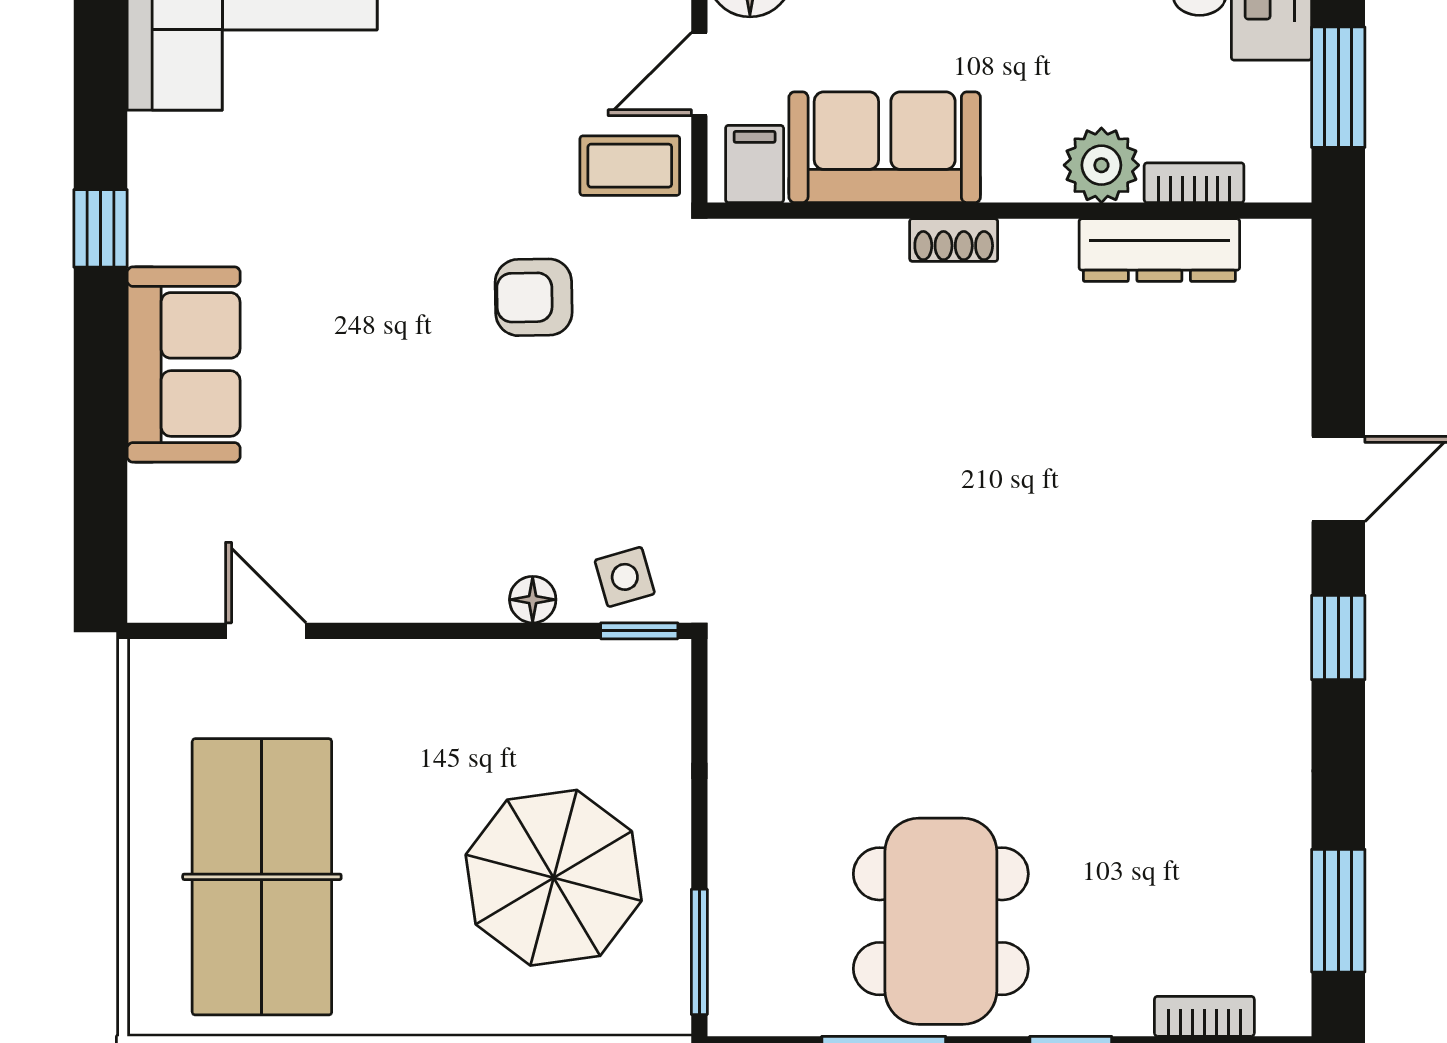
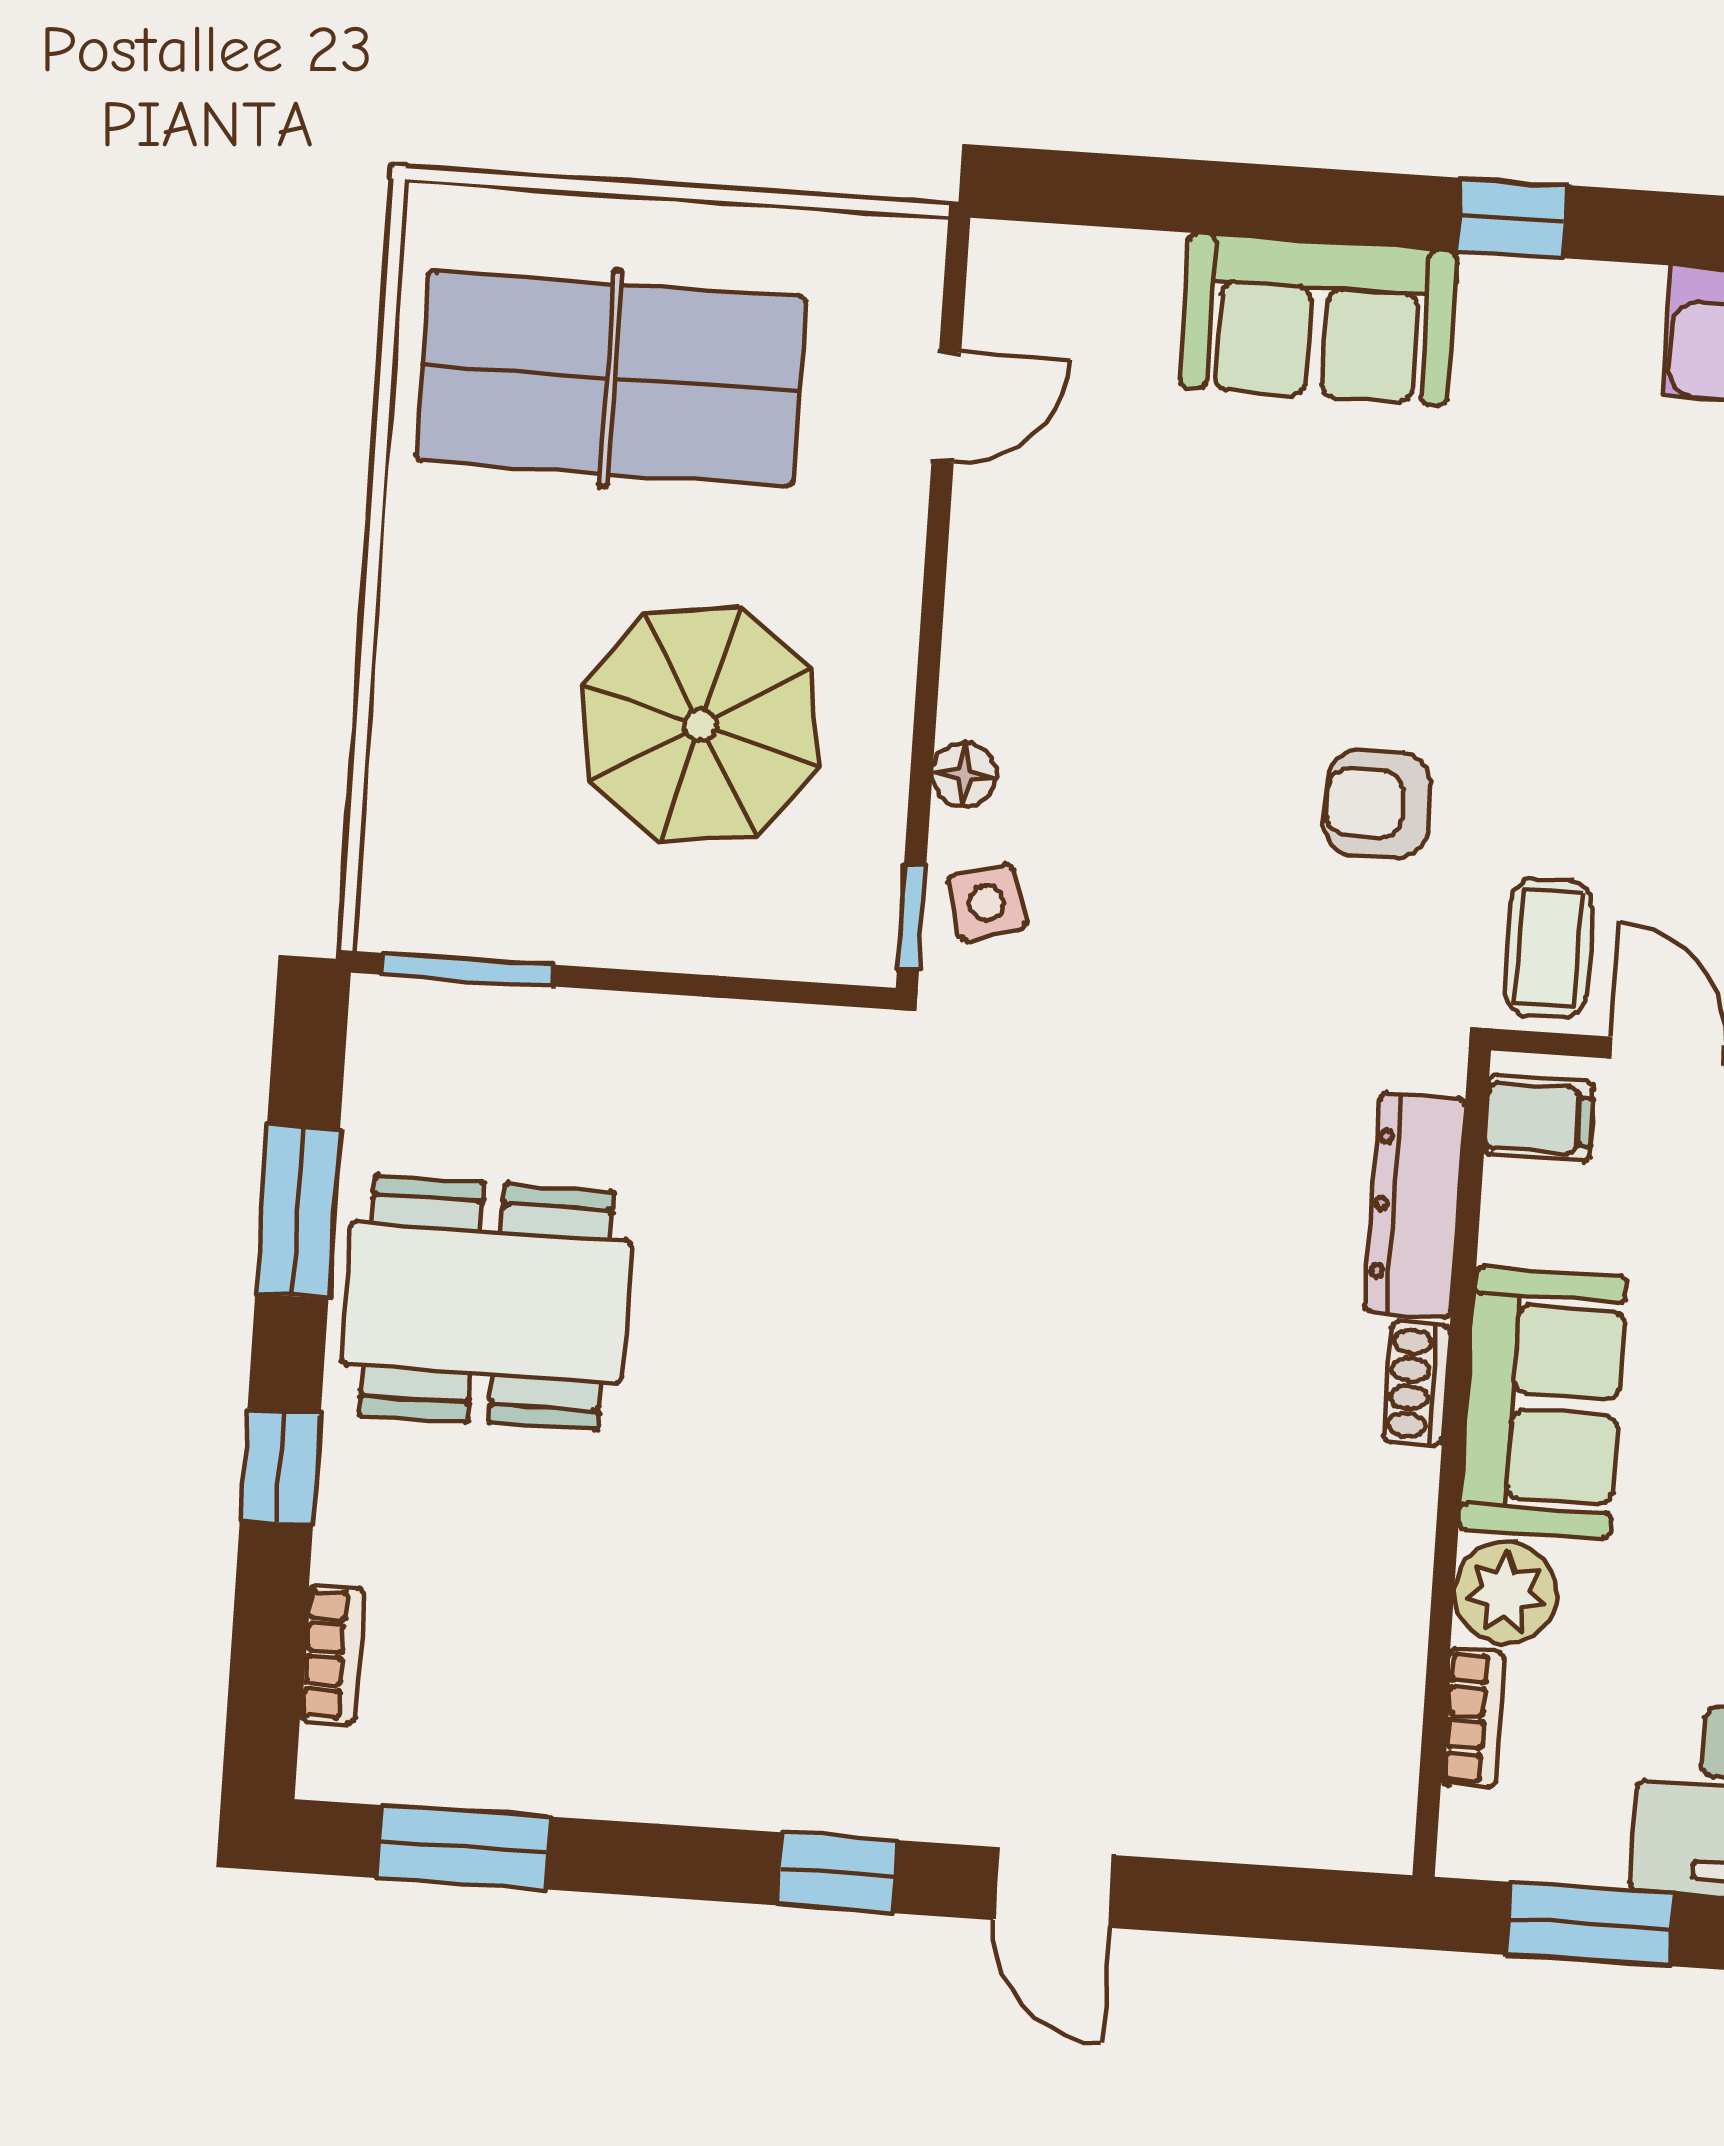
sofa: (885, 147) -> (1543, 1403), moved
dresser: (1159, 250) -> (1415, 1206), moved
armchair: (534, 297) -> (1378, 804), turned -89
parasol: (554, 878) -> (700, 725), moved

